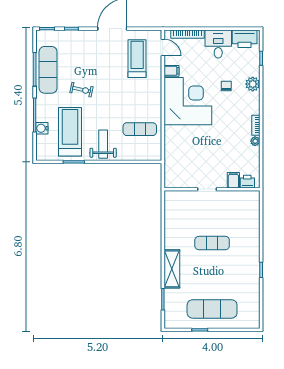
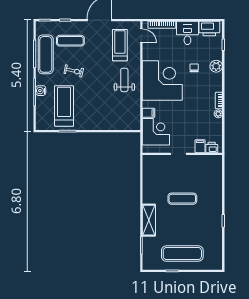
filing cabinet: (172, 71) -> (149, 113), moved
water cooler: (42, 128) -> (41, 91), moved
exercise mat: (140, 129) -> (70, 41), moved
weight bench: (103, 144) -> (124, 80), moved
corner desk: (180, 163) -> (156, 132), added

